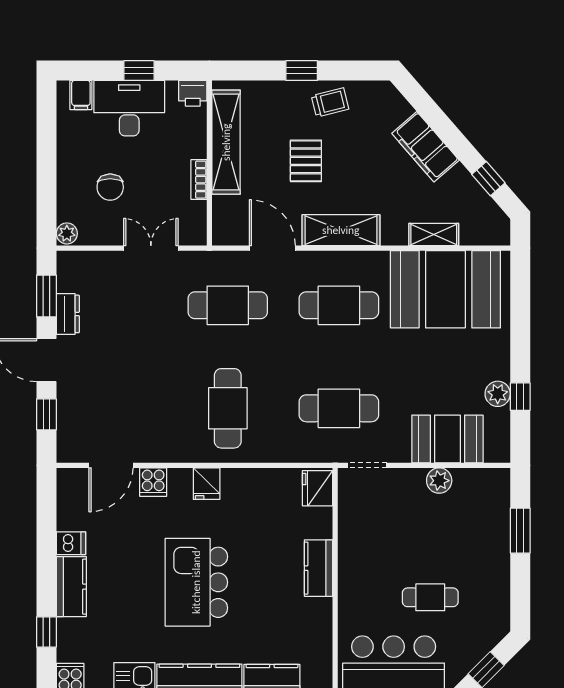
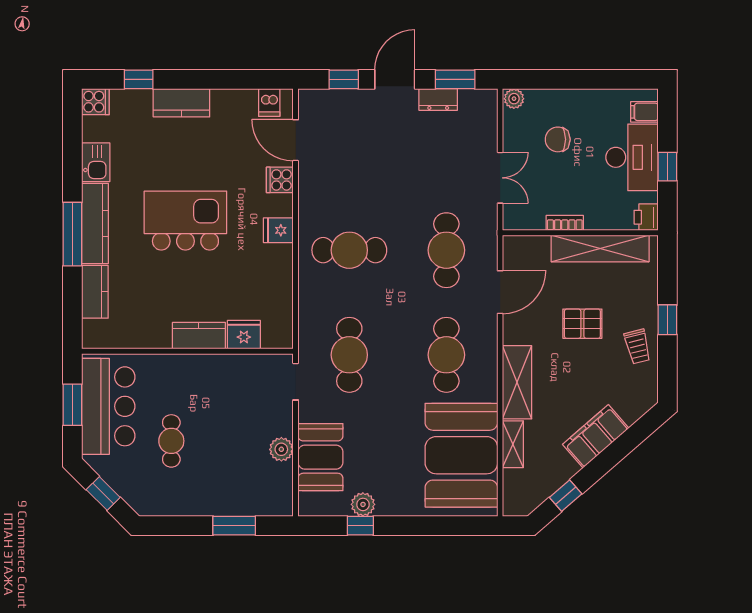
shelving: (341, 230) -> (517, 382), moved
fridge: (318, 488) -> (244, 335), moved
dishwasher: (71, 543) -> (269, 102), moved

